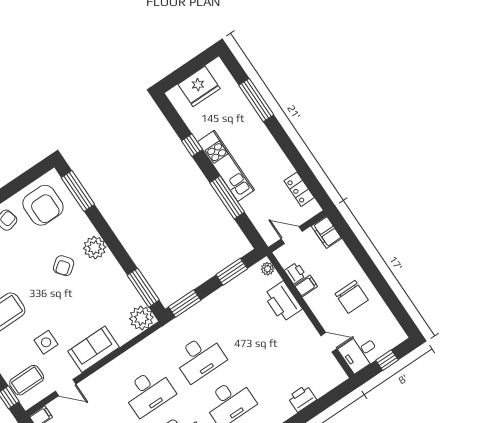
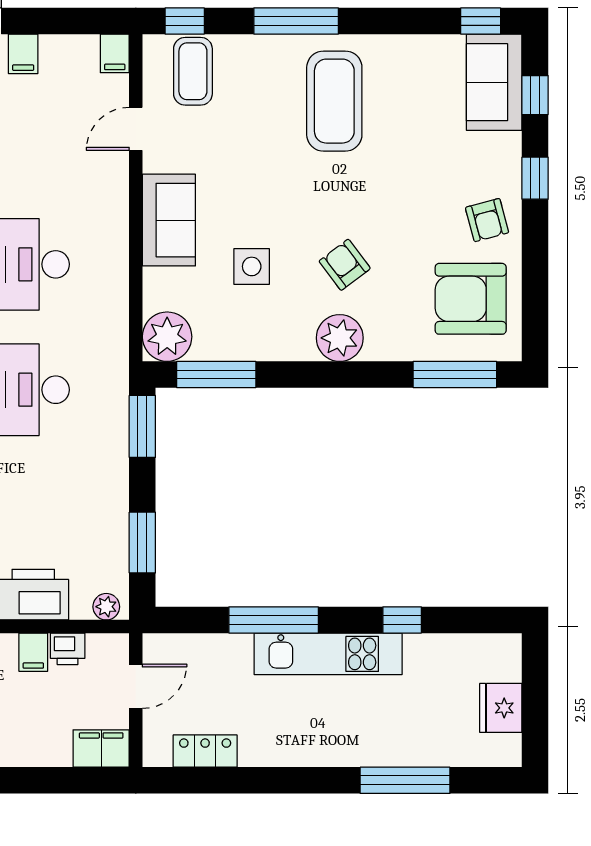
fridge: (199, 86) -> (501, 708), width x0.73, depth x0.75
side table: (46, 342) -> (252, 266), moved

